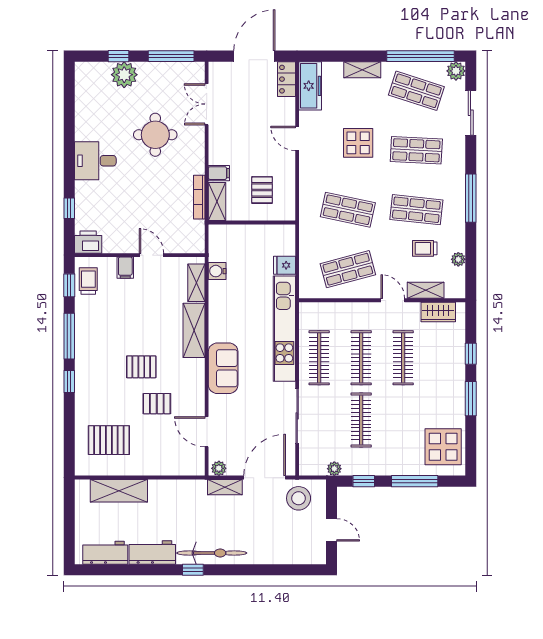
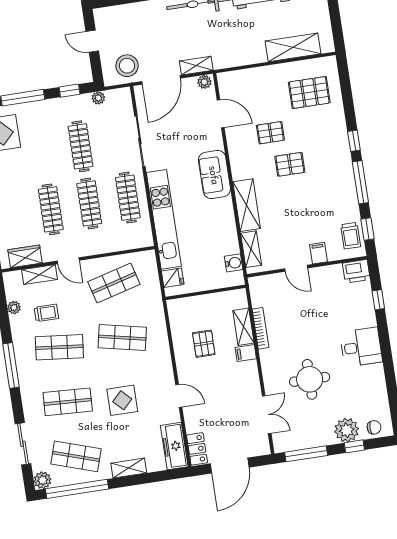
chair: (95, 73) -> (374, 427), added
wall: (252, 223) -> (206, 292), moved

